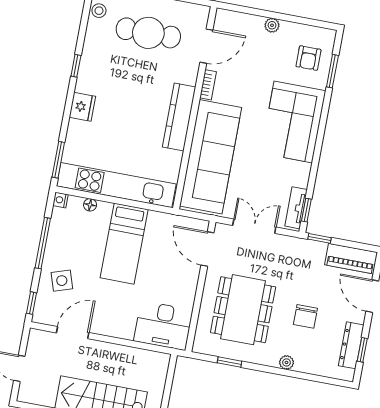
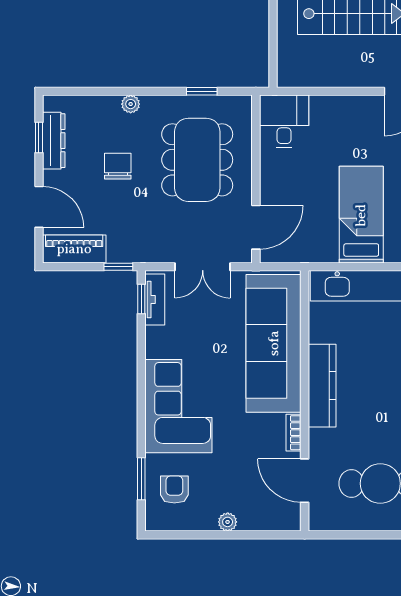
door: (206, 46) -> (305, 481), hinge flipped
door: (207, 249) -> (256, 227), hinge flipped
desk: (163, 326) -> (284, 121), width x0.73

